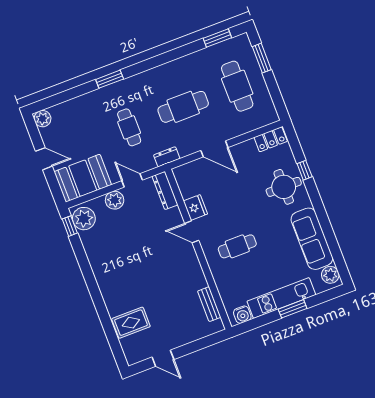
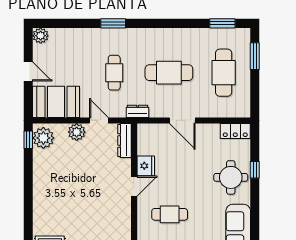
door: (192, 232) -> (134, 186), swing flipped

